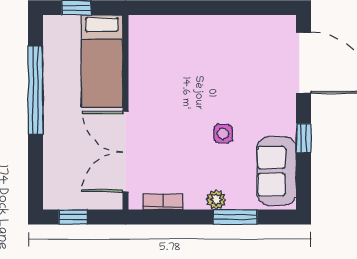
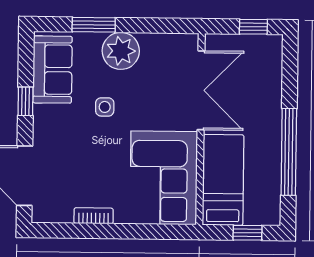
corner sofa: (162, 62) -> (164, 178), added
plant: (216, 200) -> (121, 51), width x1.88, depth x1.88
bookcase: (163, 202) -> (94, 216), moved, turned 180

